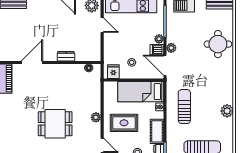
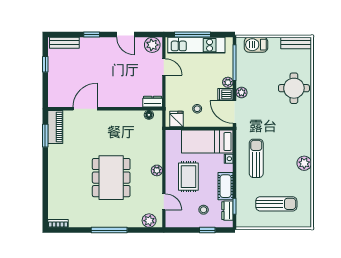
dresser: (66, 56) -> (153, 102), moved
rug: (124, 123) -> (188, 177), turned 90
dining table: (55, 124) -> (111, 178), width x1.38

